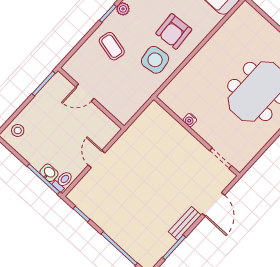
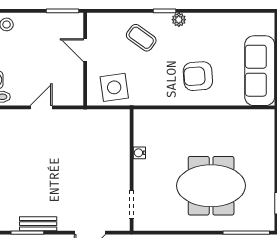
coffee table: (112, 46) -> (141, 38), turned -67
side table: (155, 60) -> (114, 87), moved
bench: (185, 223) -> (38, 224), moved

